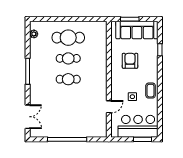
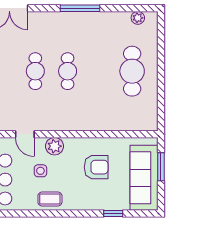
cafe table: (68, 58) -> (35, 71), moved
plant: (117, 88) -> (54, 146), added

